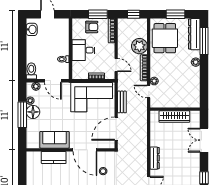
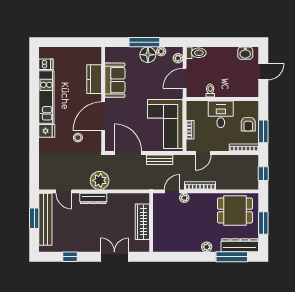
plant: (139, 46) -> (100, 180), moved

